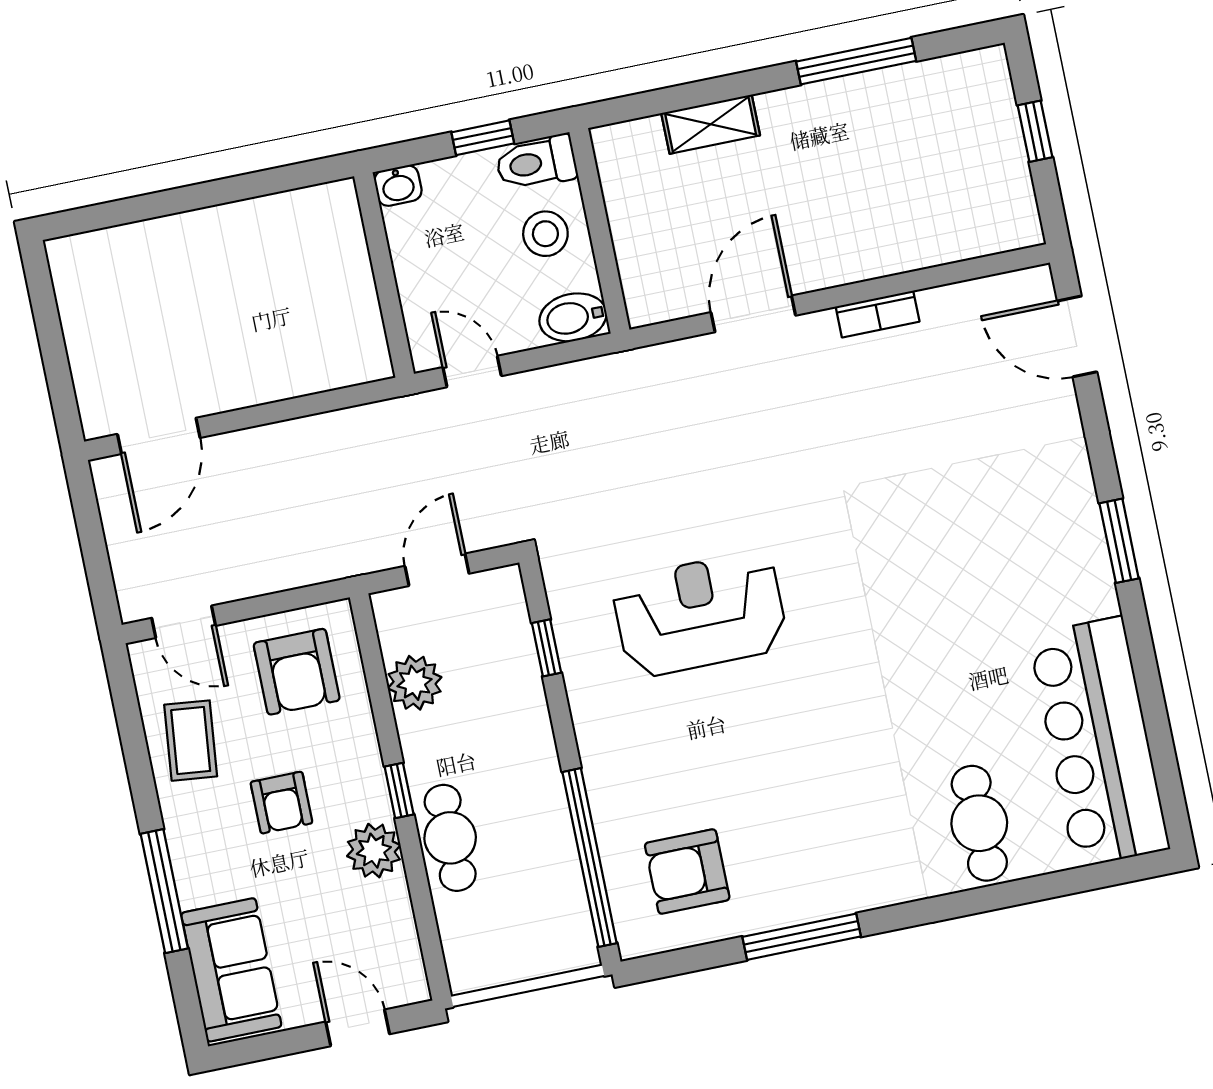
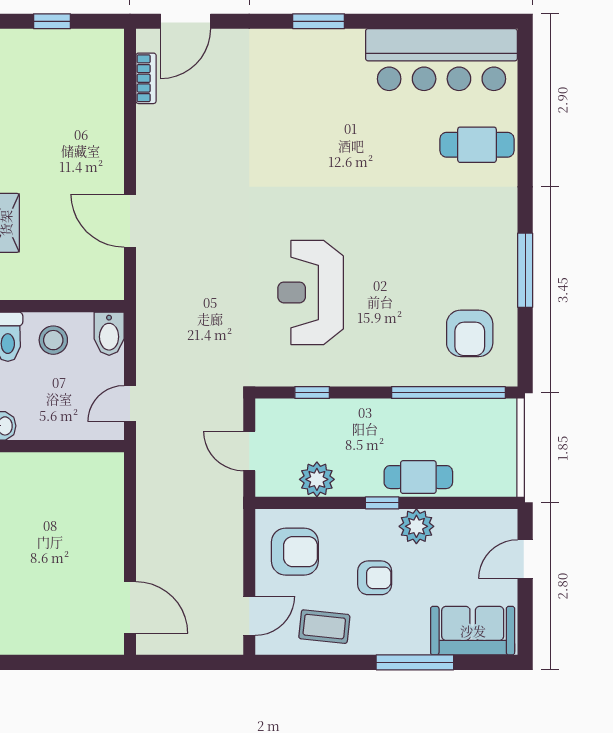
bookcase: (878, 314) -> (146, 78), moved

